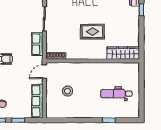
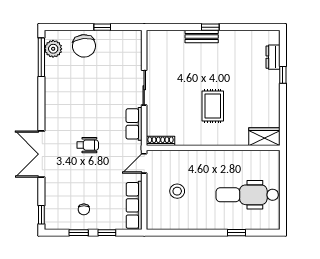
rug: (92, 32) -> (213, 106), turned 90
wardrobe: (123, 53) -> (264, 137), width x0.67
dental chair: (116, 94) -> (247, 195), width x1.36, depth x1.38

